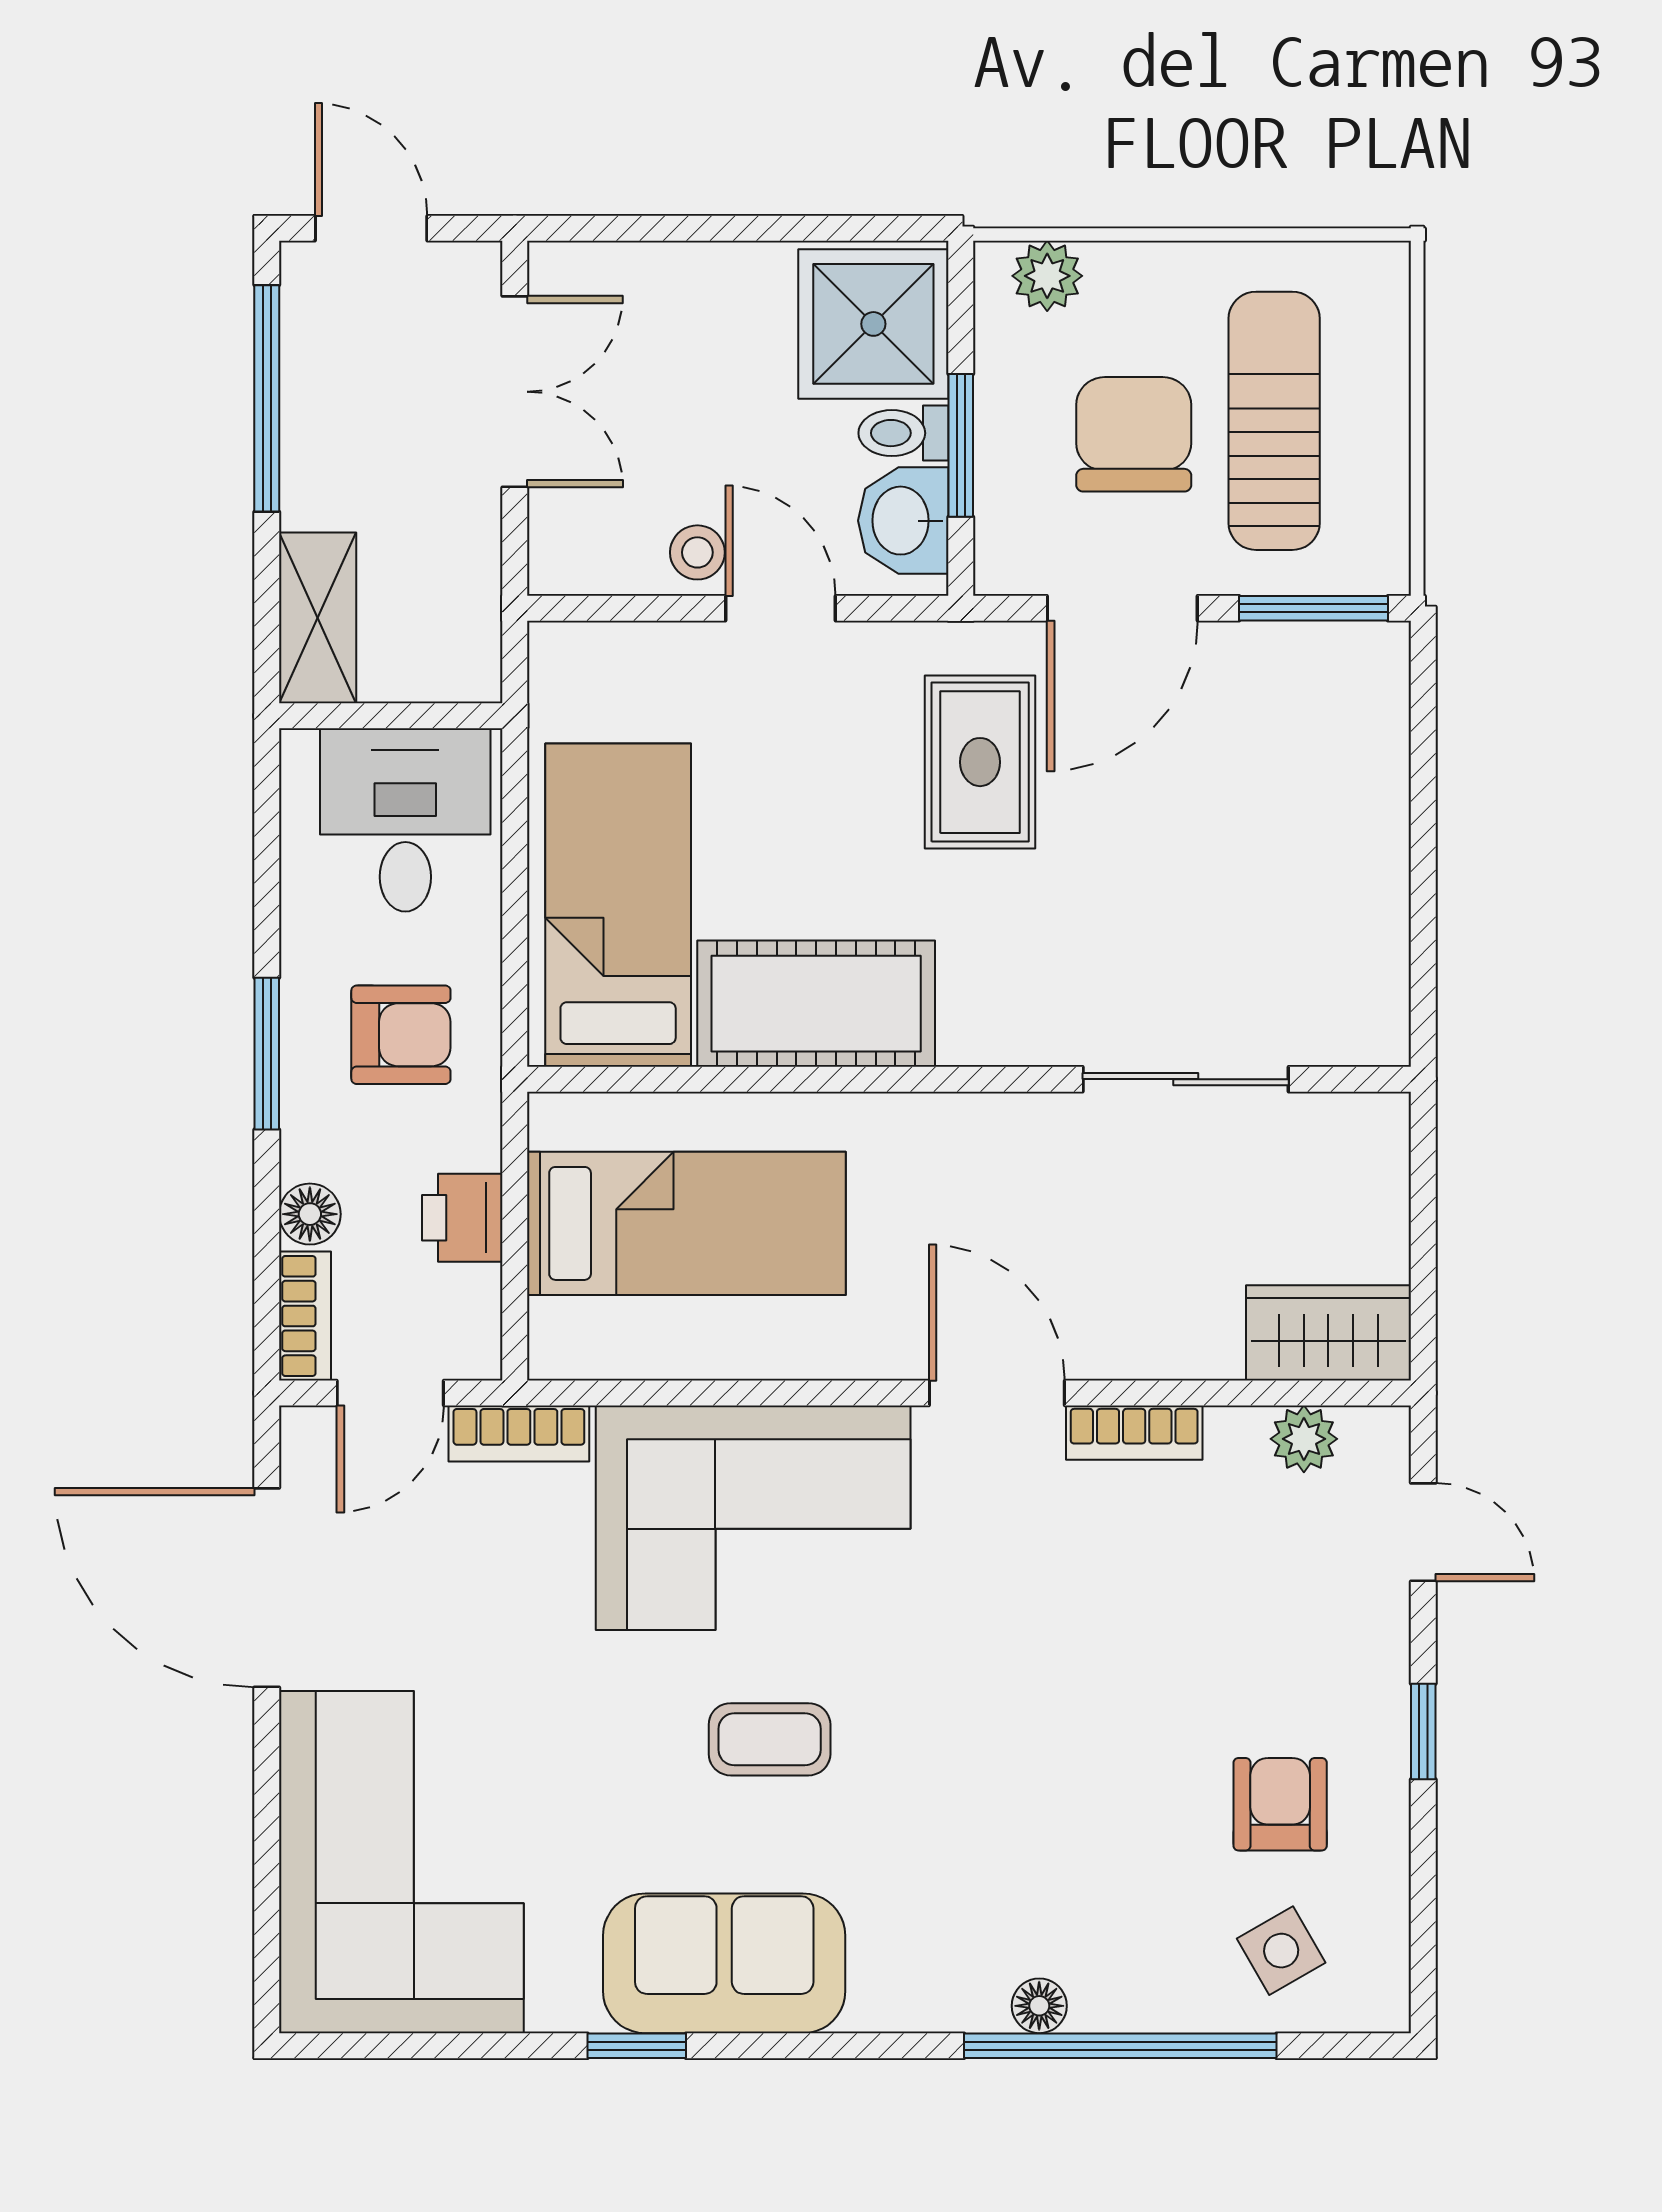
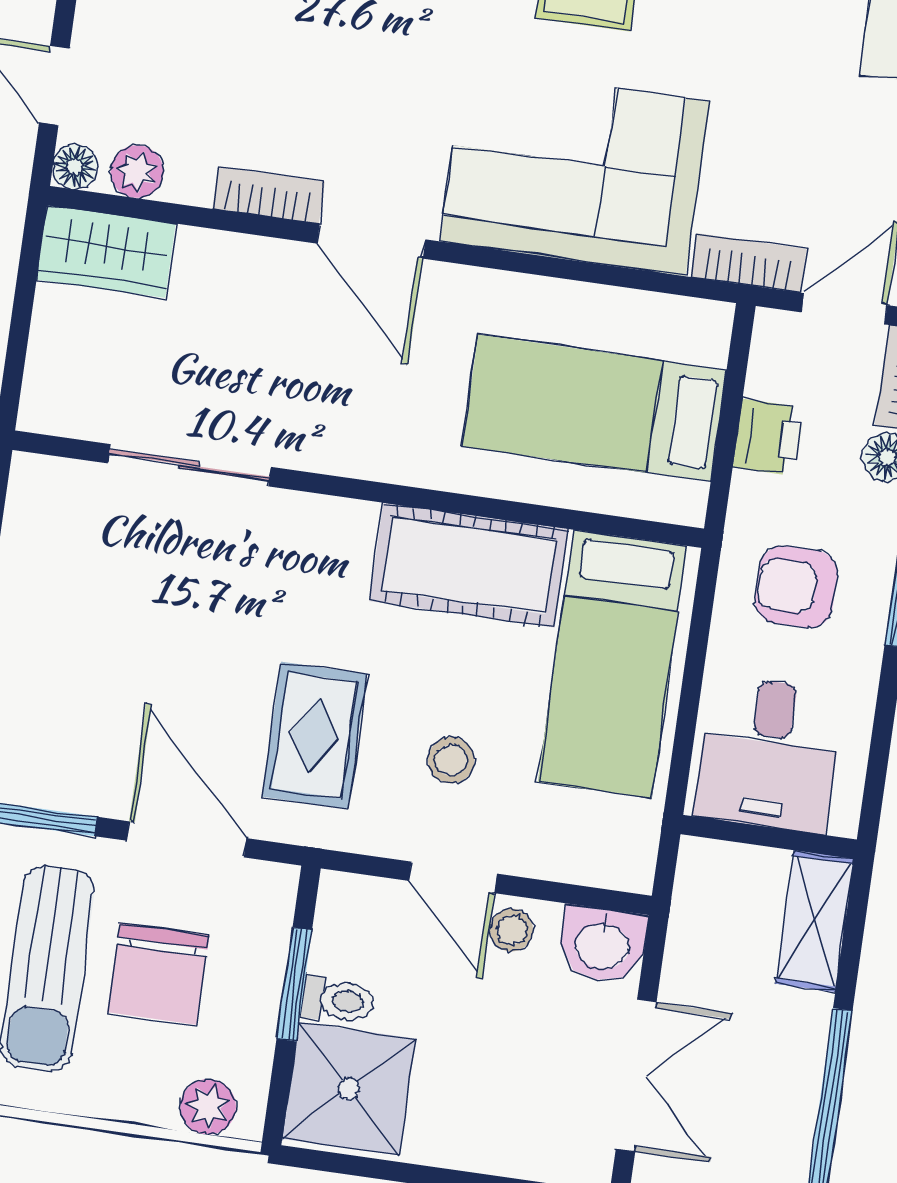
double door: (515, 392) -> (636, 1076), swing flipped
washbasin: (903, 521) -> (603, 944), moved, turned 90
door: (1122, 608) -> (186, 839), hinge flipped
stool: (804, 755) -> (451, 760), added
floor lamp: (1382, 1434) -> (75, 167), added

